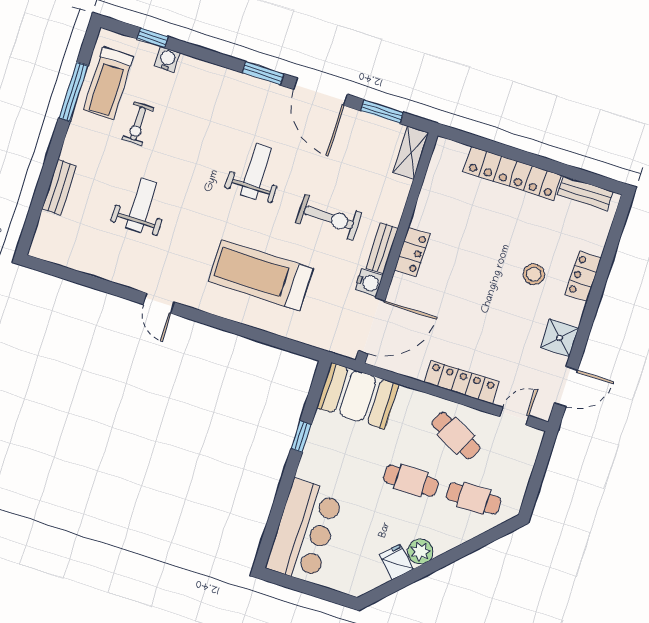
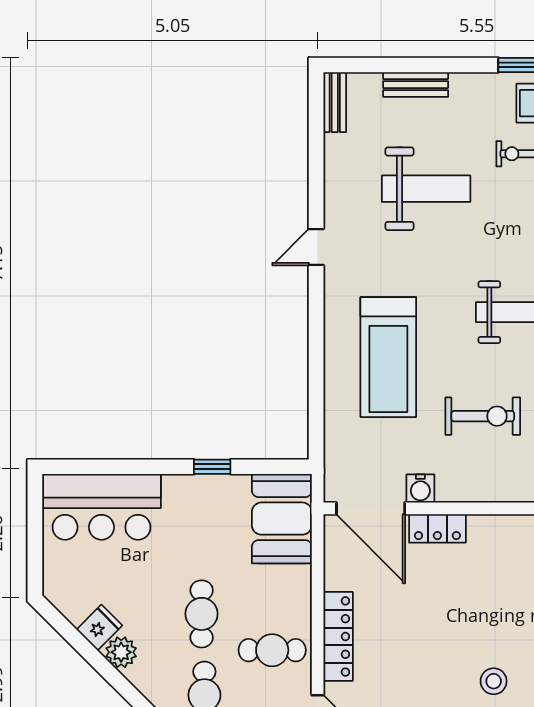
weight bench: (141, 205) -> (426, 189), width x1.36, depth x1.33
exercise bike: (329, 217) -> (483, 416), turned -90
bench: (382, 248) -> (335, 102), moved, turned 90
locker: (412, 252) -> (437, 528), moved
treadmill: (261, 275) -> (388, 357), turned 180
cafe table: (456, 436) -> (272, 650), turned 64

